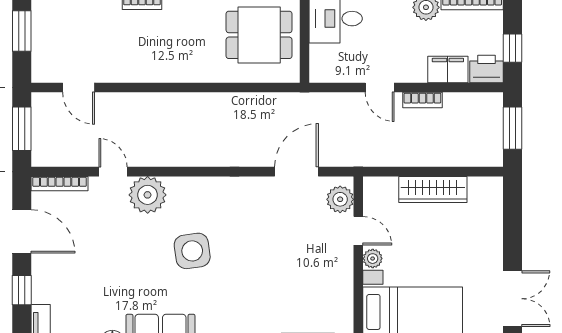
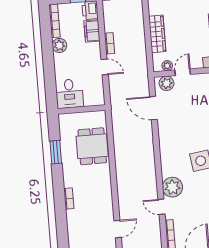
dining table: (259, 35) -> (92, 146), moved
door: (380, 87) -> (105, 67), hinge flipped
door: (113, 172) -> (161, 207), hinge flipped
plant: (373, 259) -> (167, 66), moved

